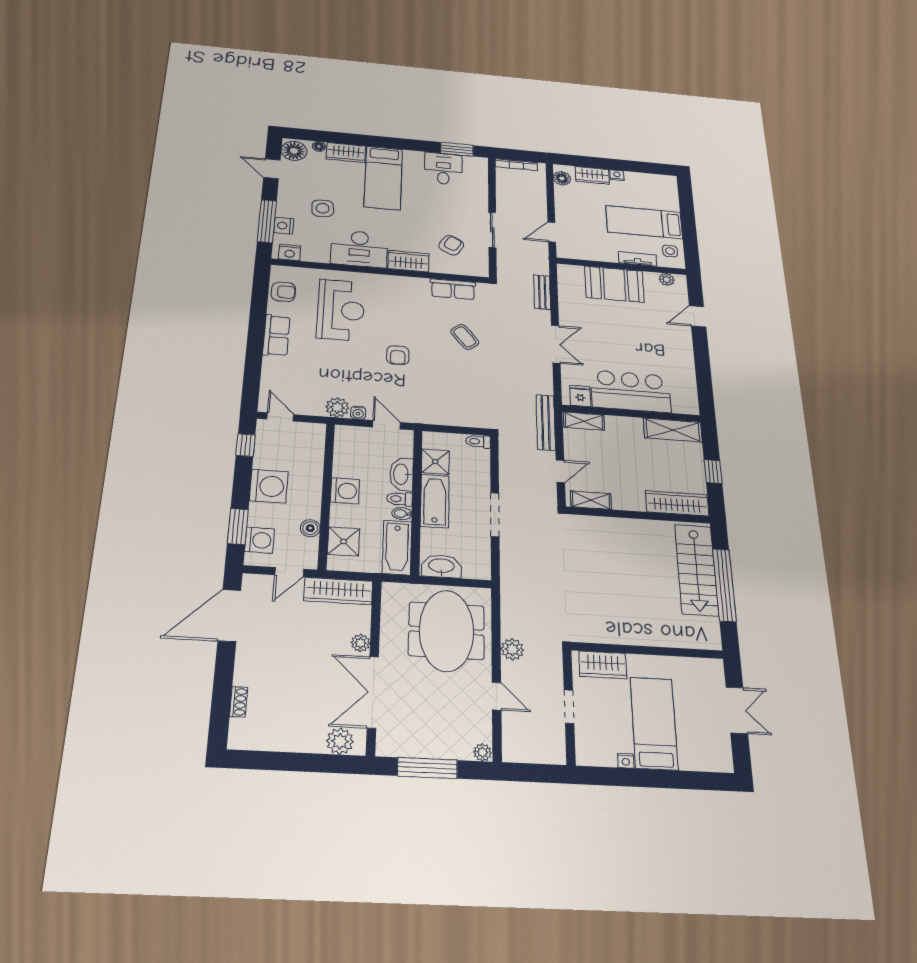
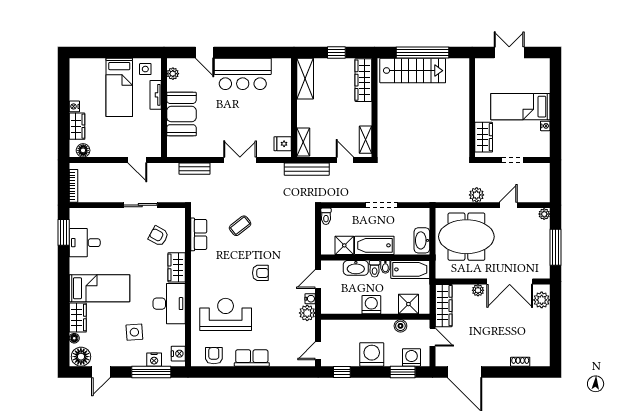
bar counter: (631, 391) -> (243, 74), moved, turned -90

